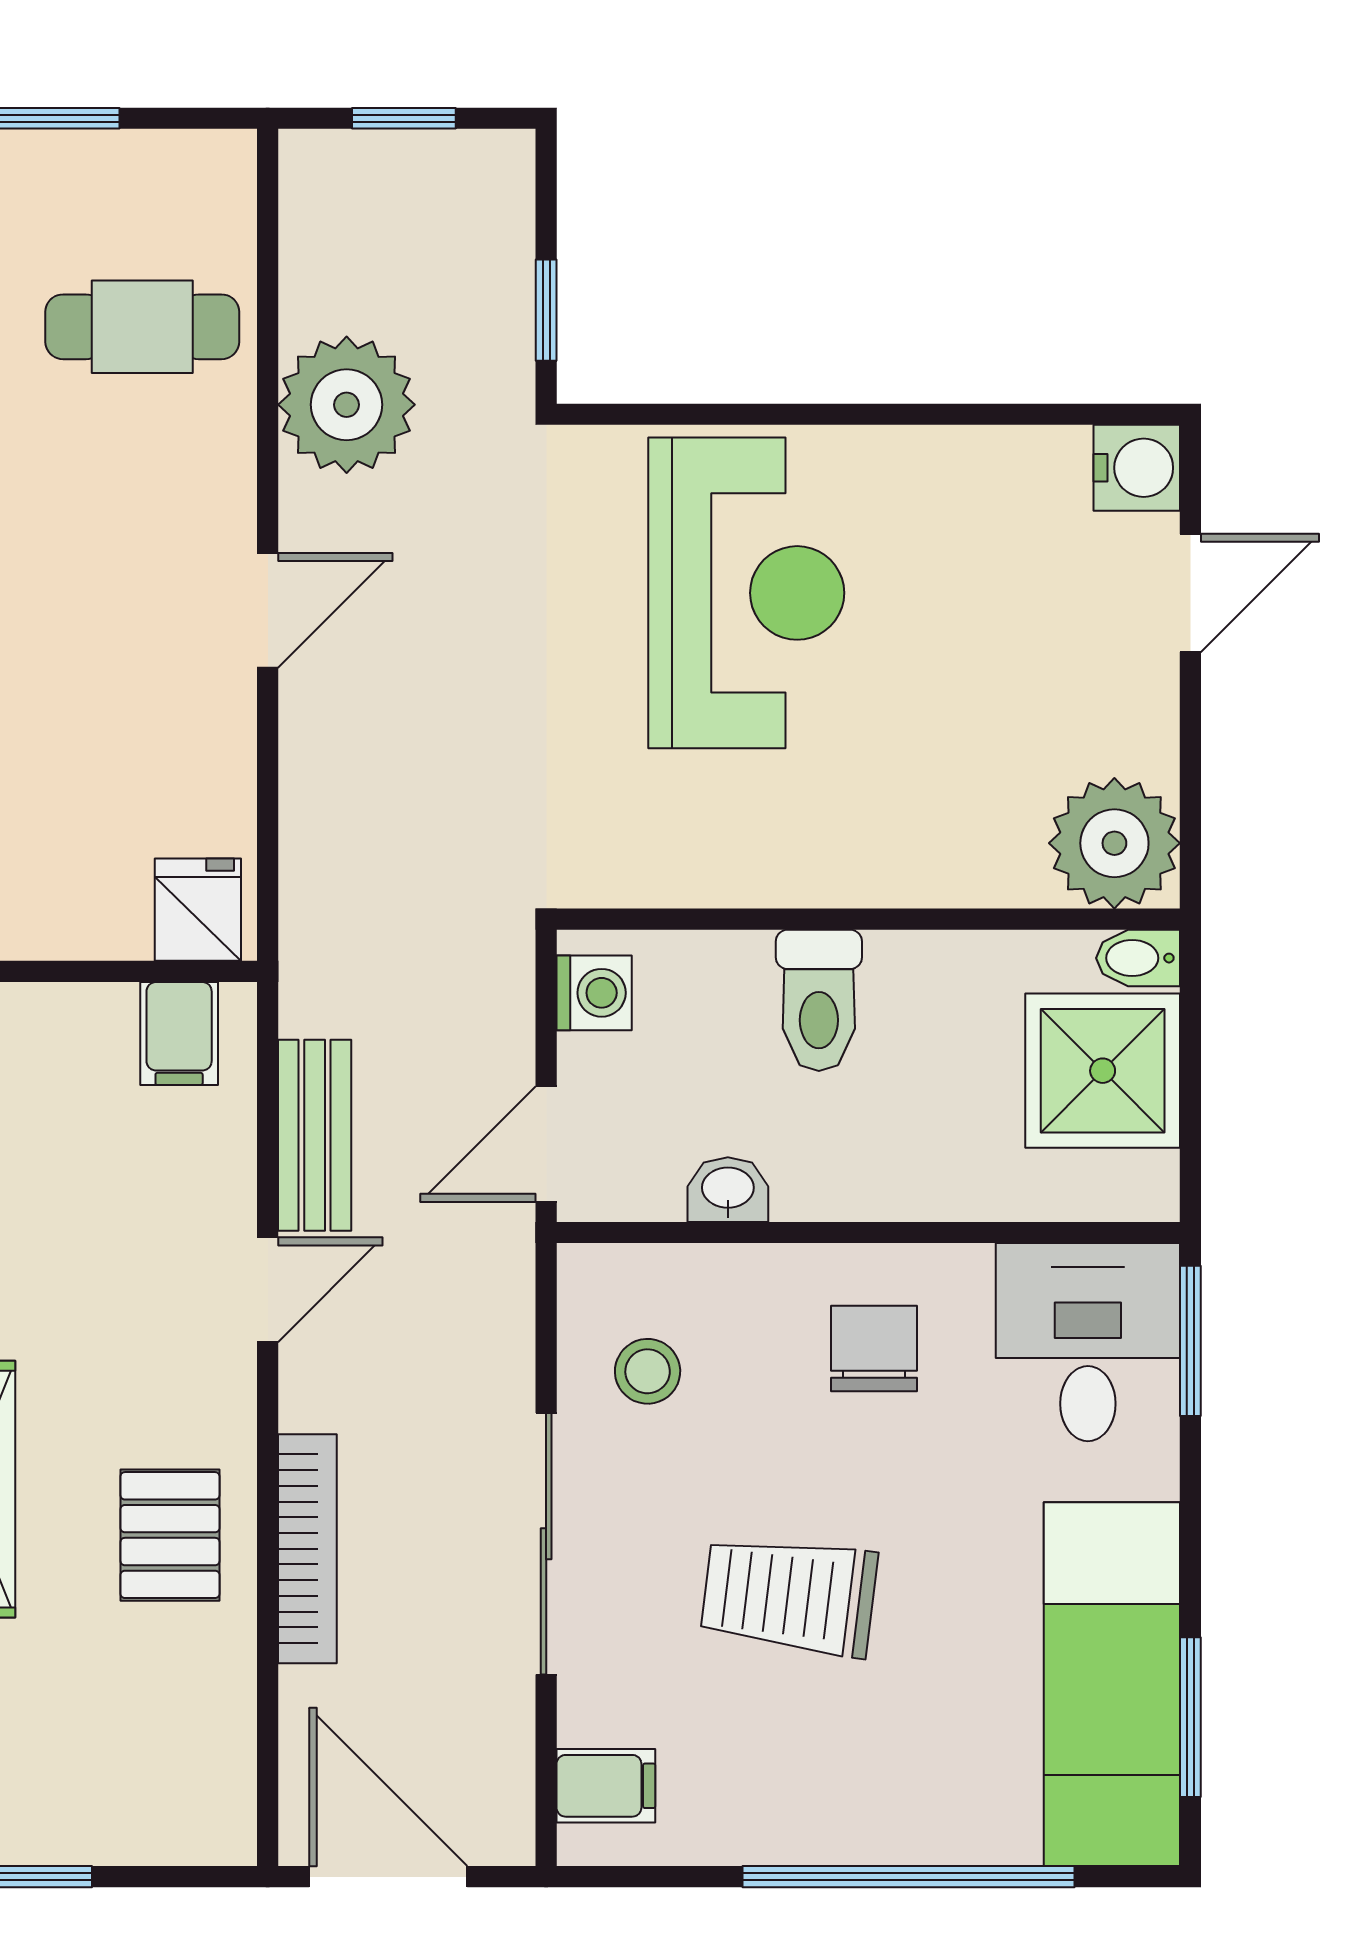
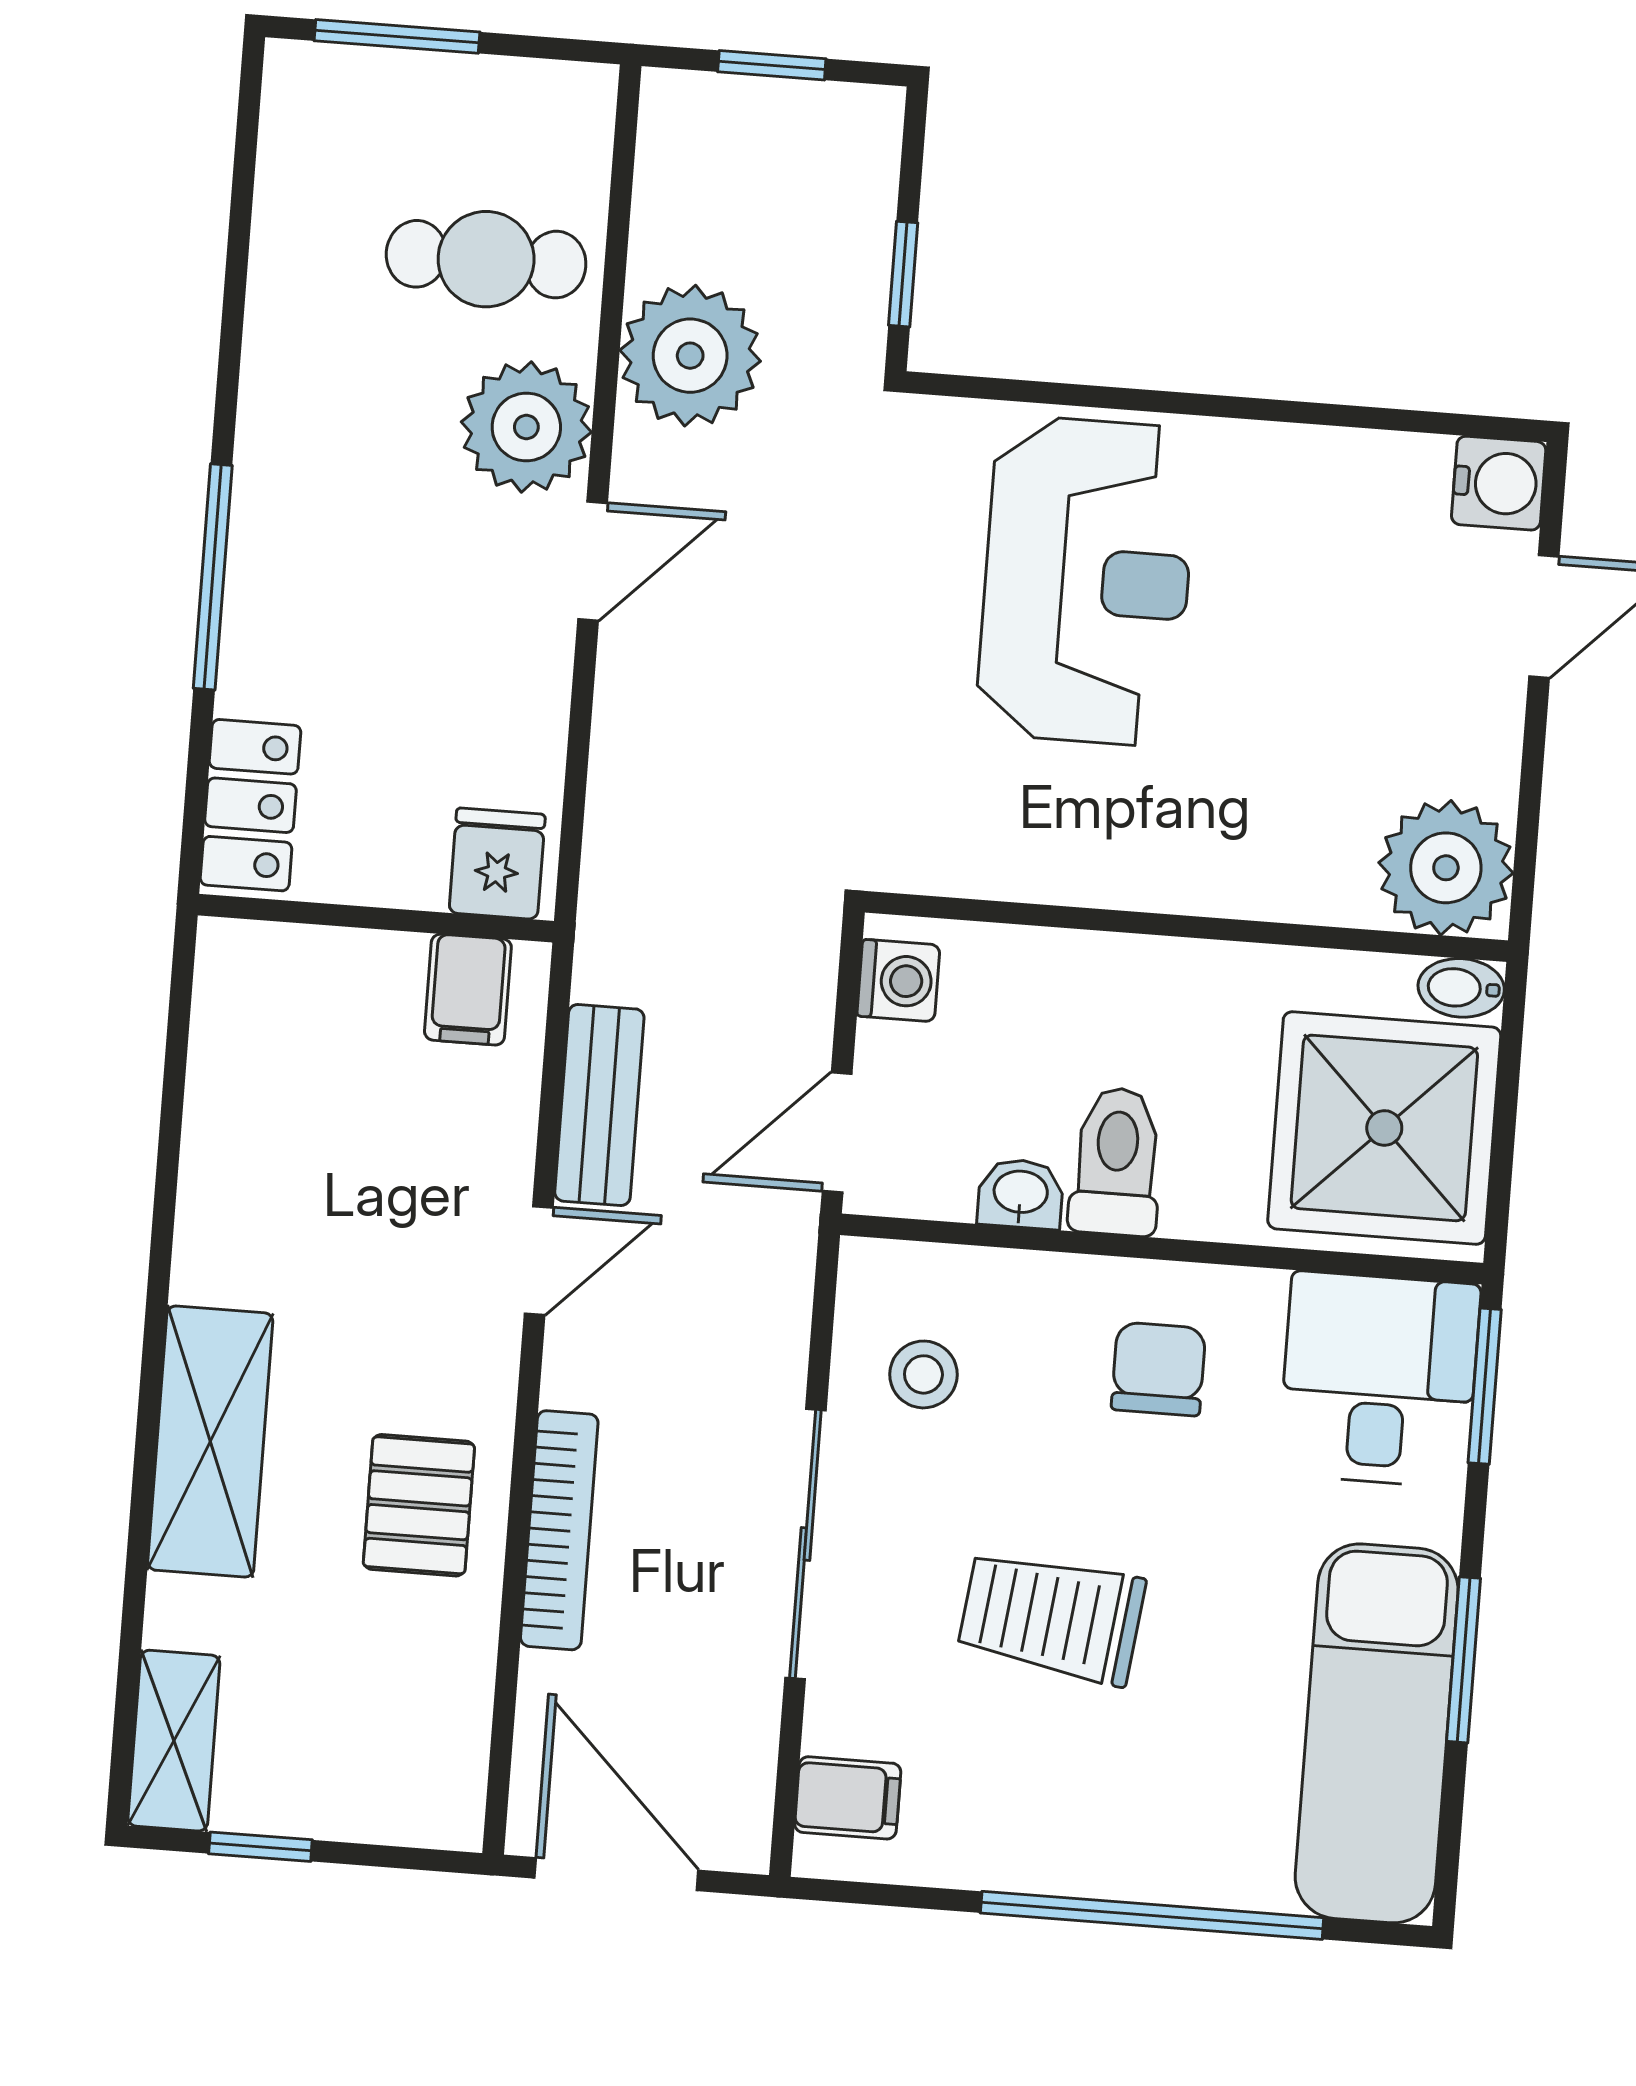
plant: (194, 486) -> (526, 427), added
toilet: (819, 1000) -> (1116, 1162), moved, turned 180
shower: (1103, 1071) -> (1384, 1128), width x1.37, depth x1.37
window: (1190, 1717) -> (1464, 1660), moved

